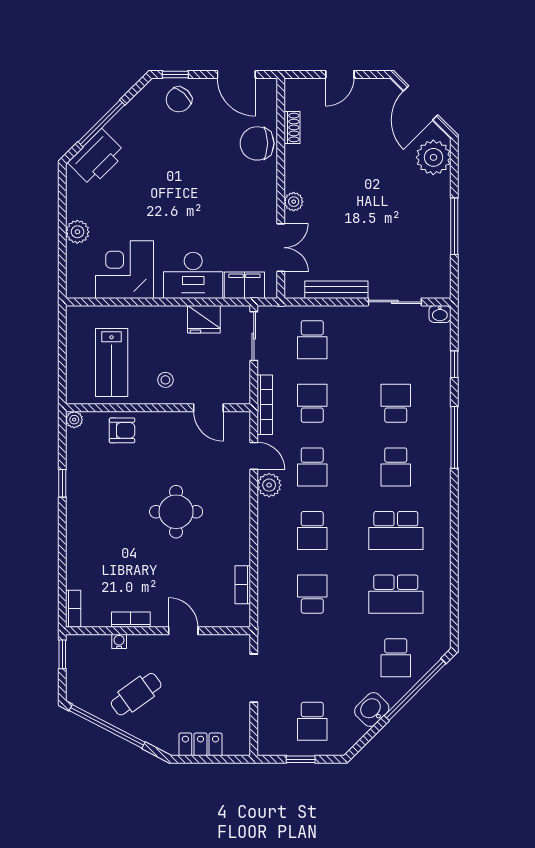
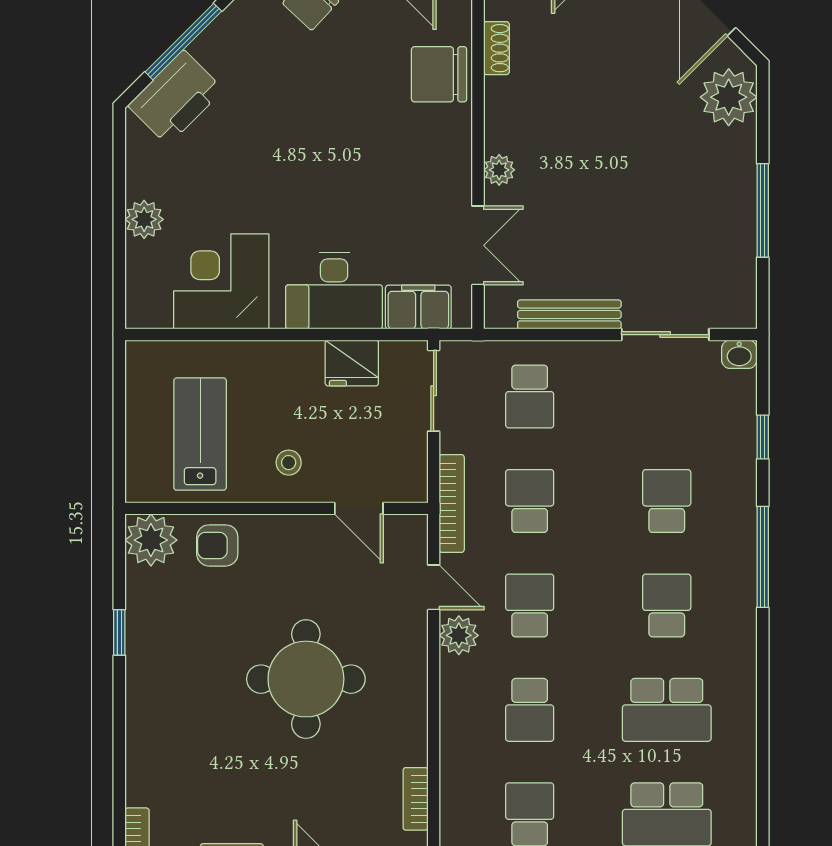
lab bench: (112, 363) -> (200, 434), turned 180
plant: (74, 420) -> (151, 540), width x1.87, depth x1.87
armchair: (122, 430) -> (217, 545), turned 180
school desk: (312, 467) -> (530, 605), turned 180
school desk: (396, 467) -> (667, 605), turned 180
round table: (176, 512) -> (306, 679), width x1.36, depth x1.36

